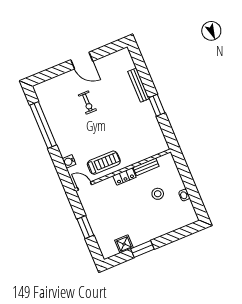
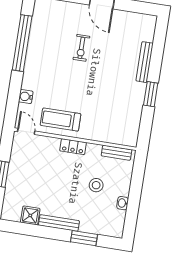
treadmill: (104, 163) -> (61, 120), turned 180
bench: (146, 167) -> (117, 153), moved
bench: (148, 237) -> (59, 223), added
window: (142, 249) -> (84, 238), moved

